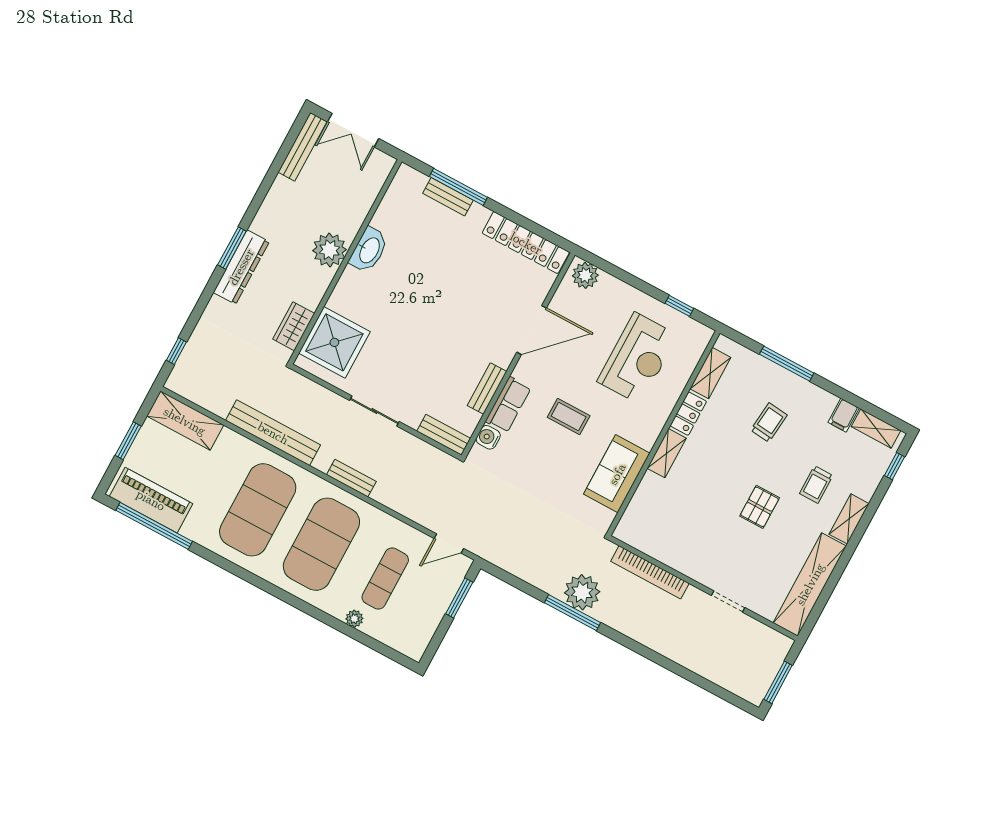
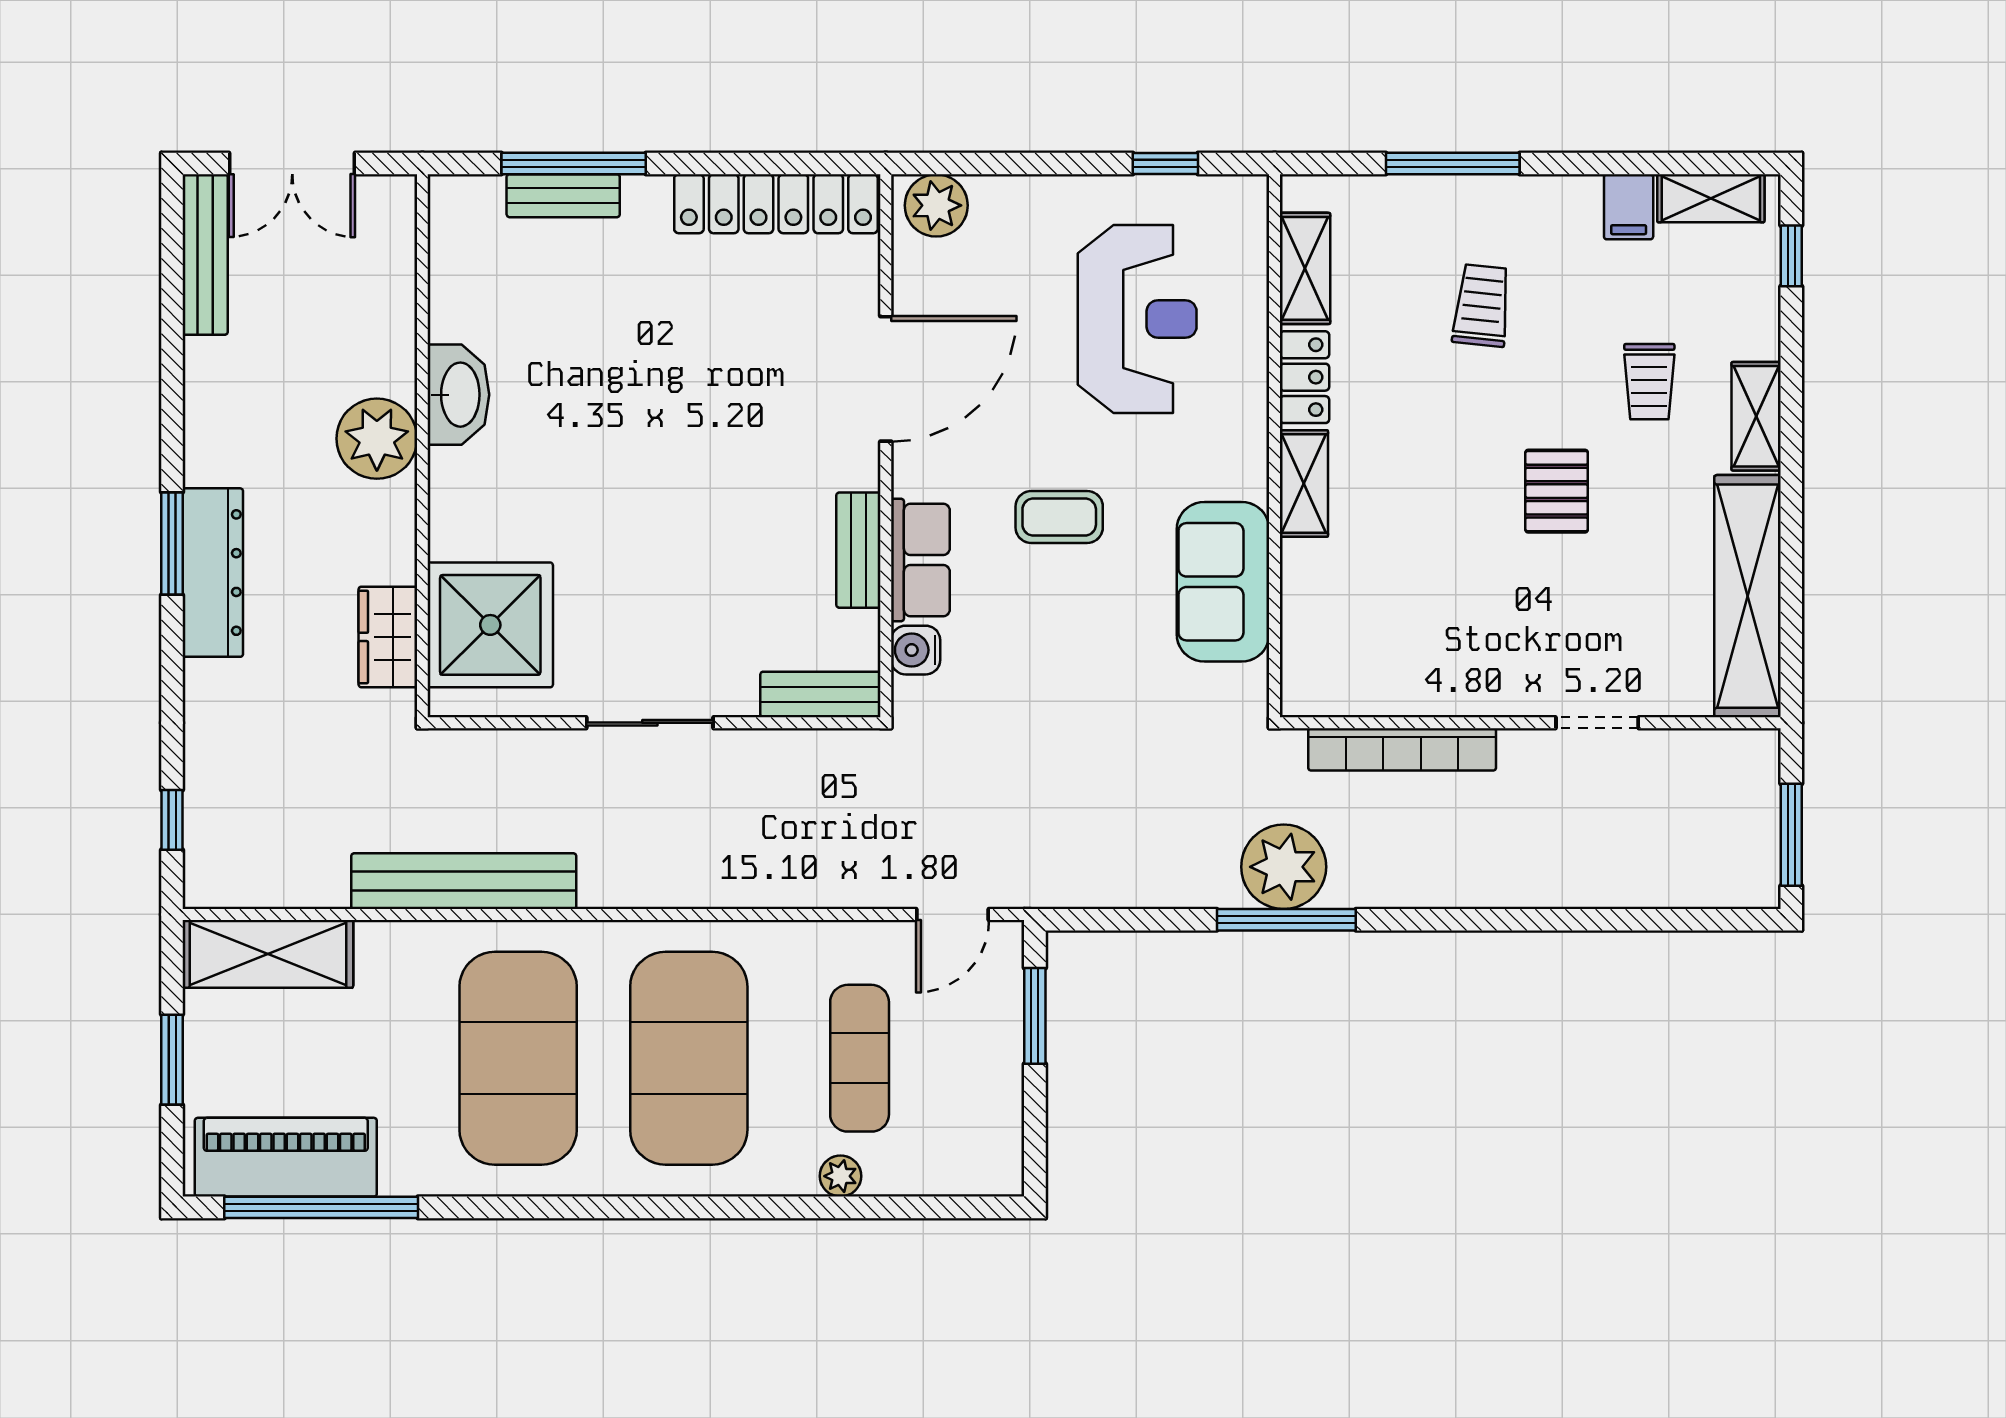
bench: (351, 478) -> (677, 888), removed

